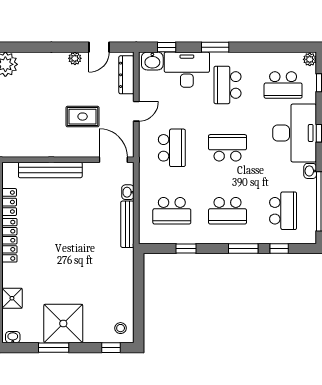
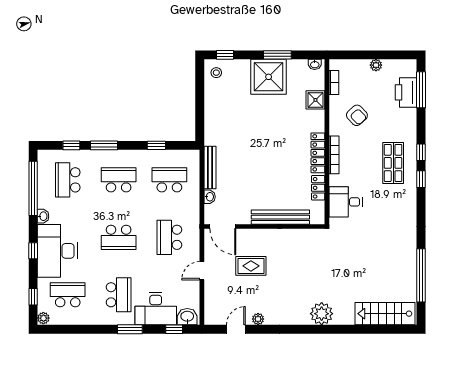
dresser: (126, 75) -> (211, 304), removed

